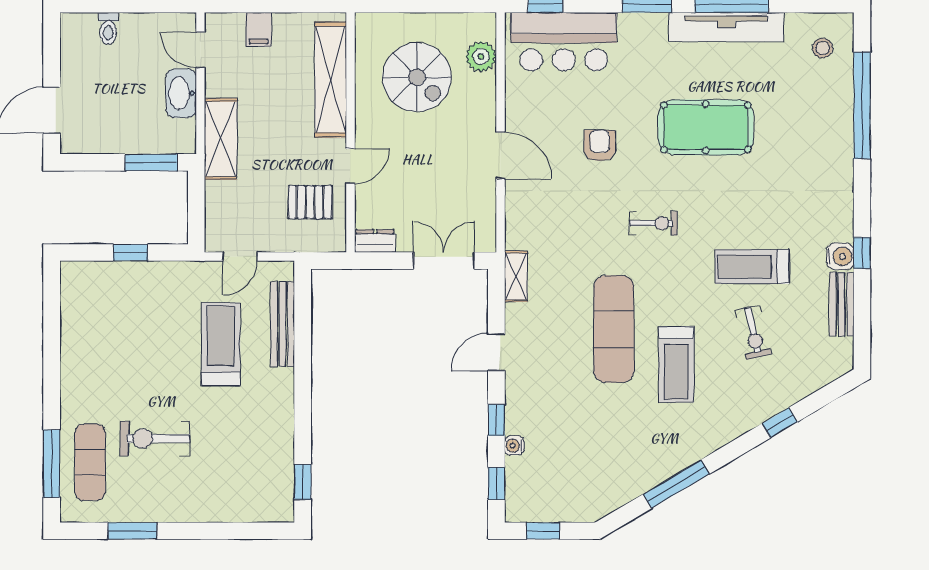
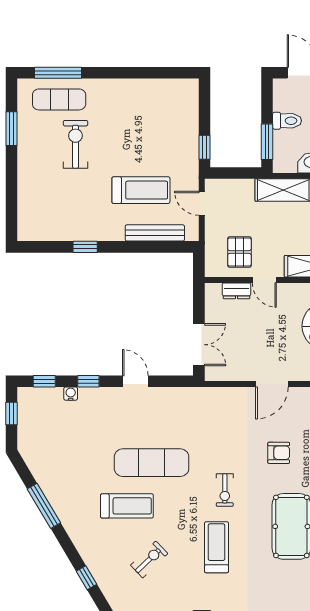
toilet: (121, 134) -> (287, 121), added
dresser: (375, 241) -> (236, 291), moved, turned 90
window: (130, 252) -> (205, 147), moved
treadmill: (752, 267) -> (216, 547), moved
shelving: (516, 276) -> (188, 395), removed
exercise bike: (753, 332) -> (149, 559), turned 149
treadmill: (676, 364) -> (127, 506), turned 180
window: (303, 482) -> (85, 247), moved

